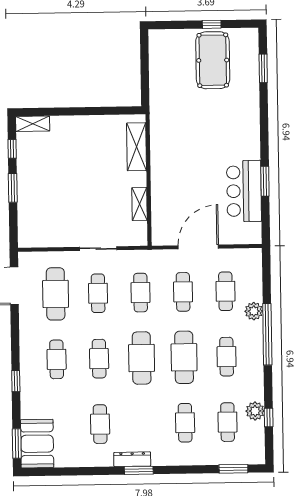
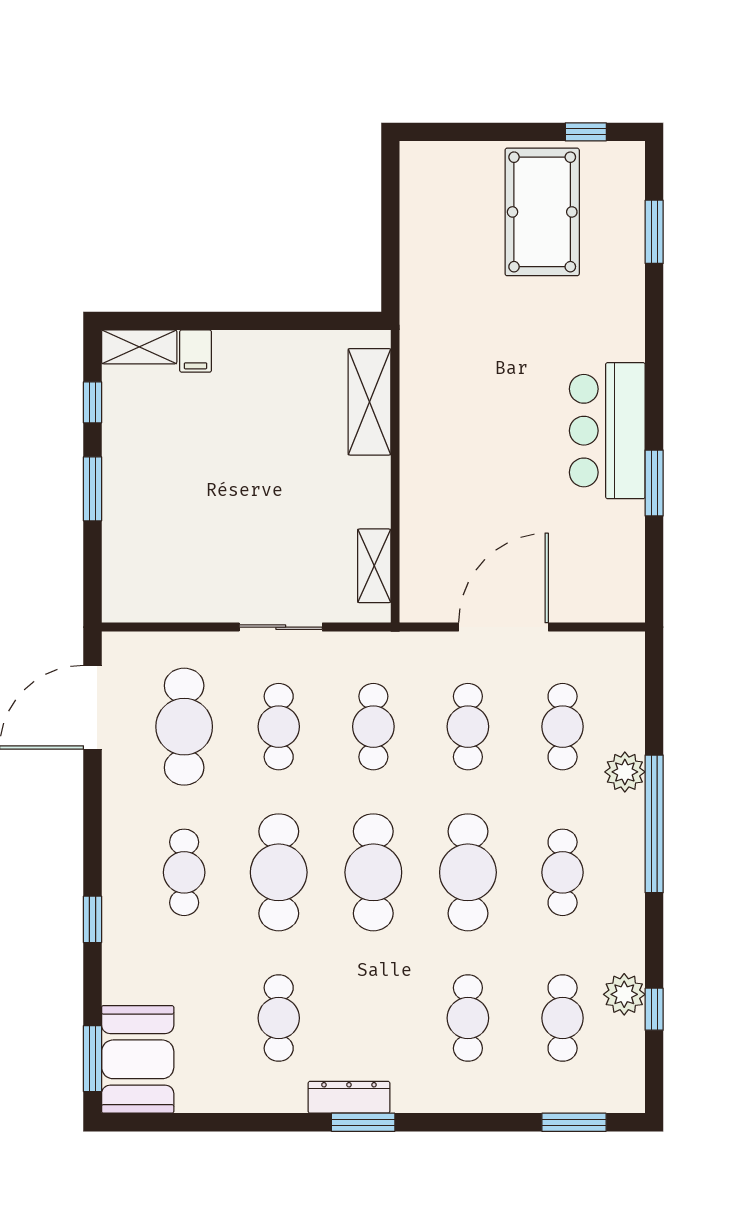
window: (212, 24) -> (586, 132), moved
filing cabinet: (58, 125) -> (196, 351), added
bar counter: (244, 191) -> (607, 431), moved
shelving: (140, 204) -> (374, 566), moved
cafe table: (99, 359) -> (279, 872), width x1.37, depth x1.35

